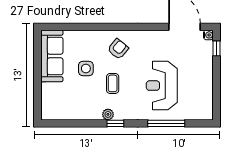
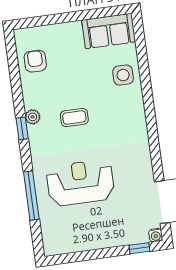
armchair: (118, 49) -> (35, 61), moved, turned -129
sofa: (52, 56) -> (109, 31), width x0.73
side table: (86, 69) -> (123, 75), moved

